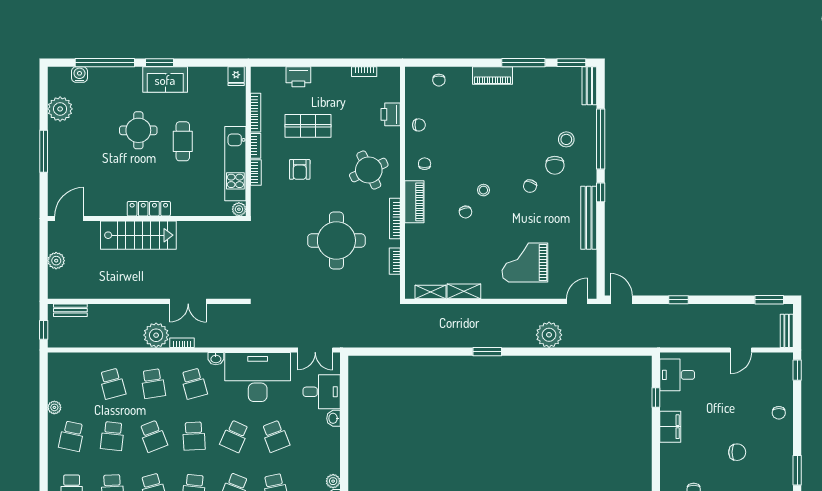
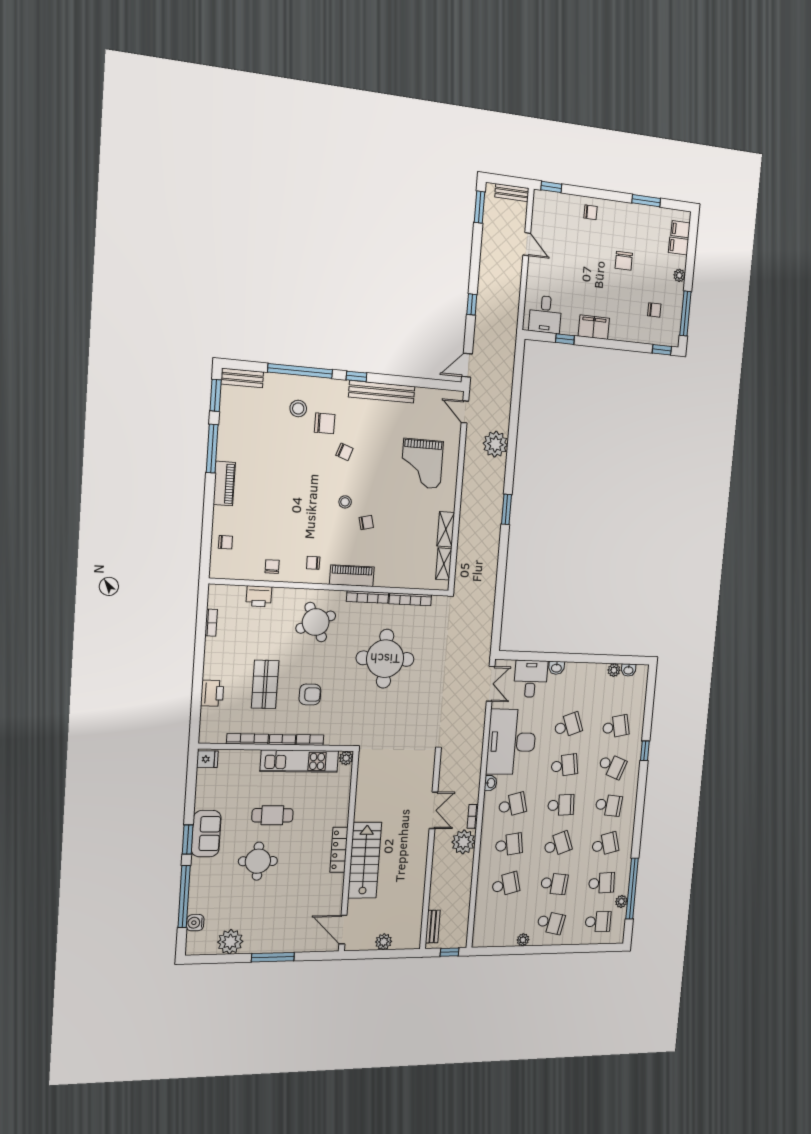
bookcase: (395, 261) -> (410, 599), width x1.56
school desk: (235, 436) -> (564, 765), turned -33
chair: (737, 452) -> (624, 261), turned 180

